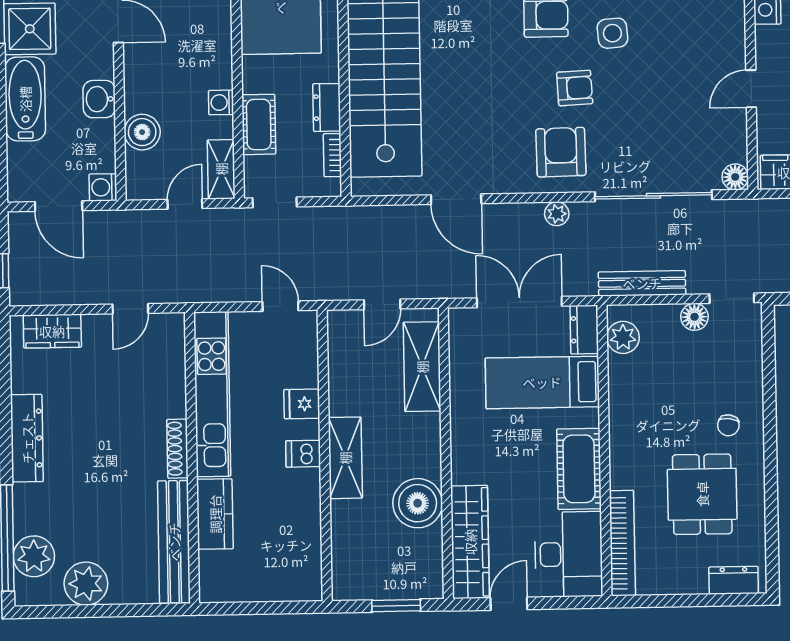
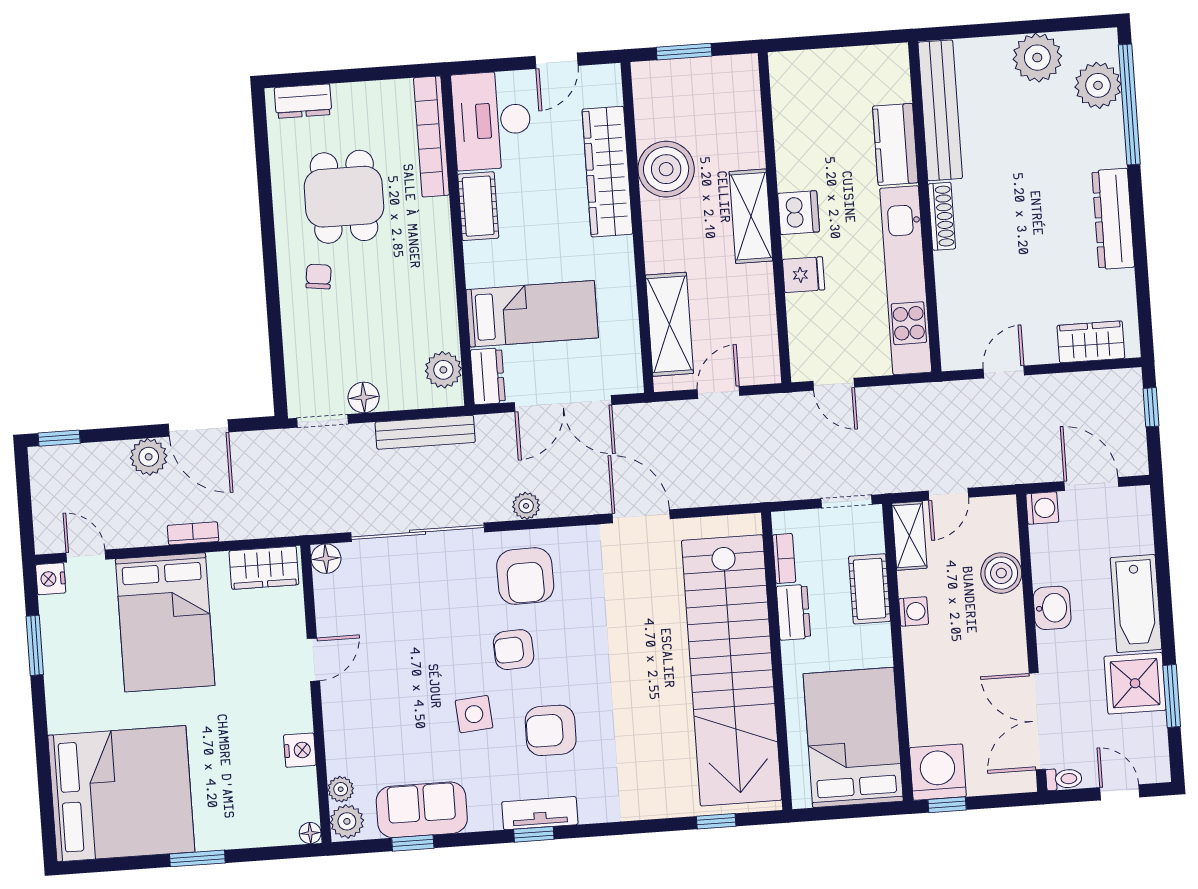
dishwasher: (303, 454) -> (799, 213), width x1.38
cot: (579, 469) -> (478, 206), width x0.73, depth x0.75
wardrobe: (470, 542) -> (607, 172), moved

